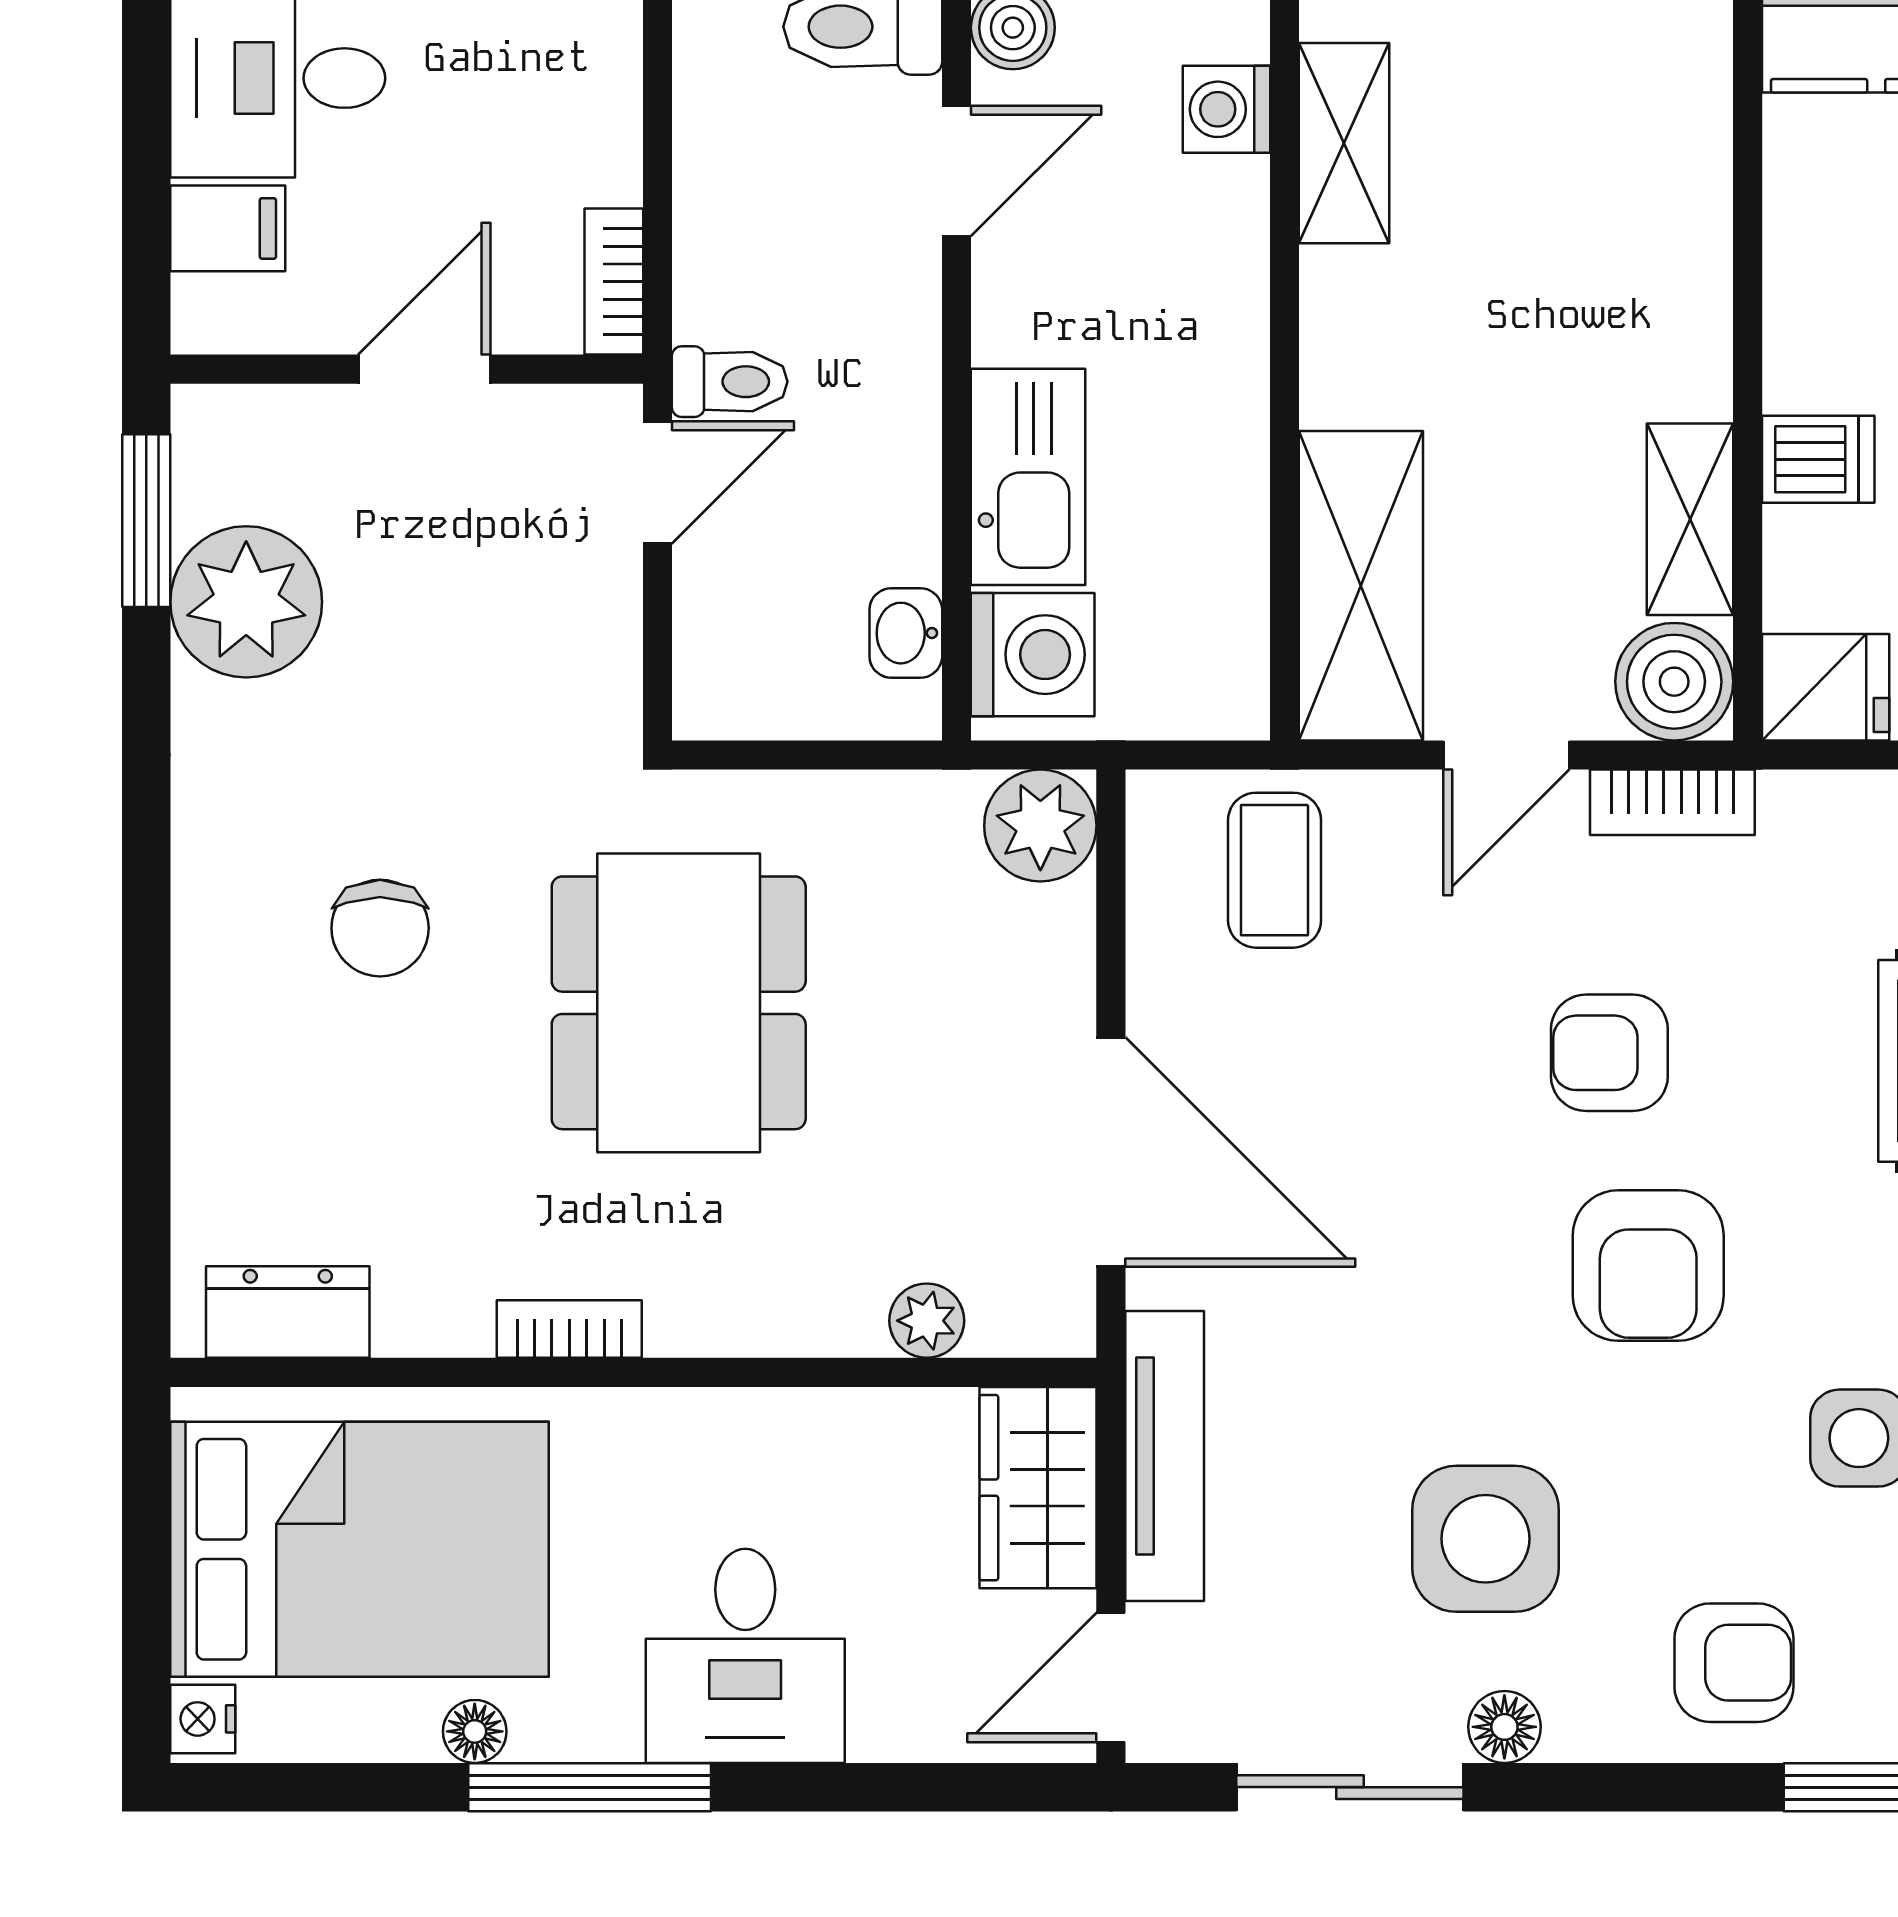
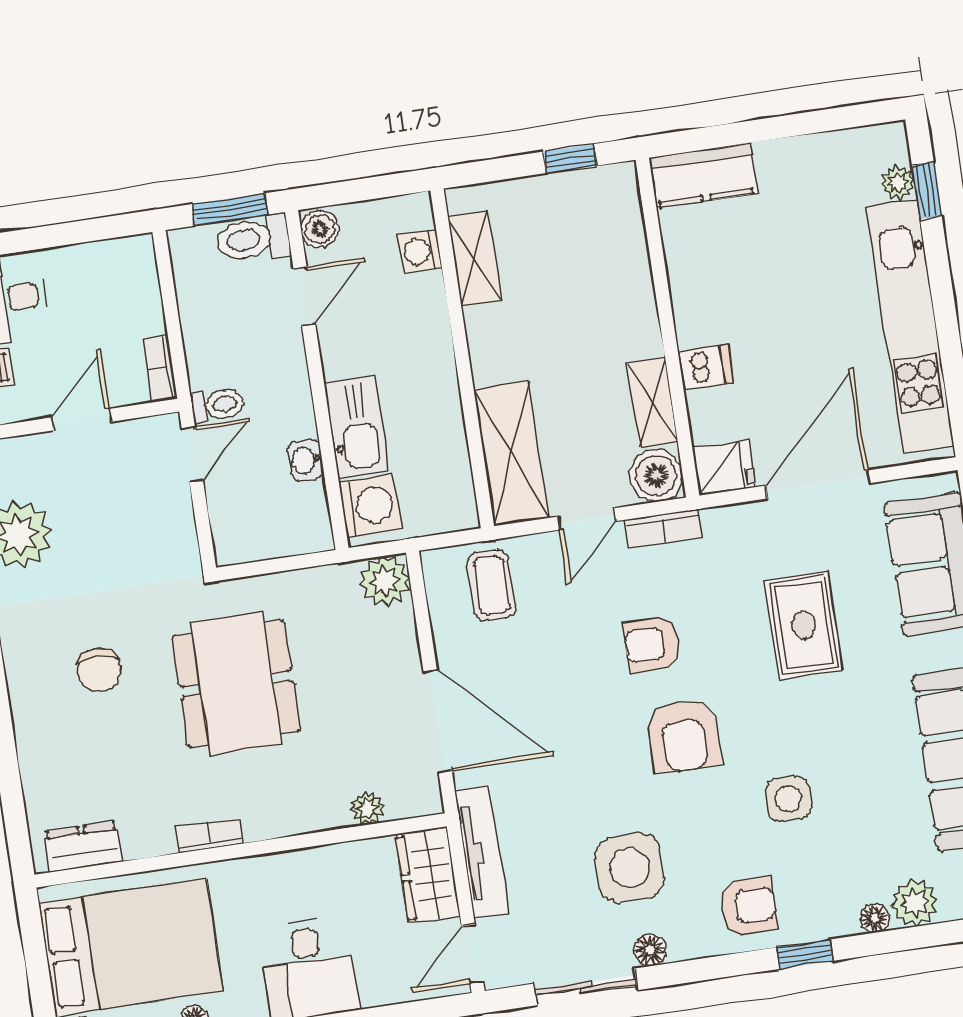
washbasin: (906, 633) -> (306, 460), moved

